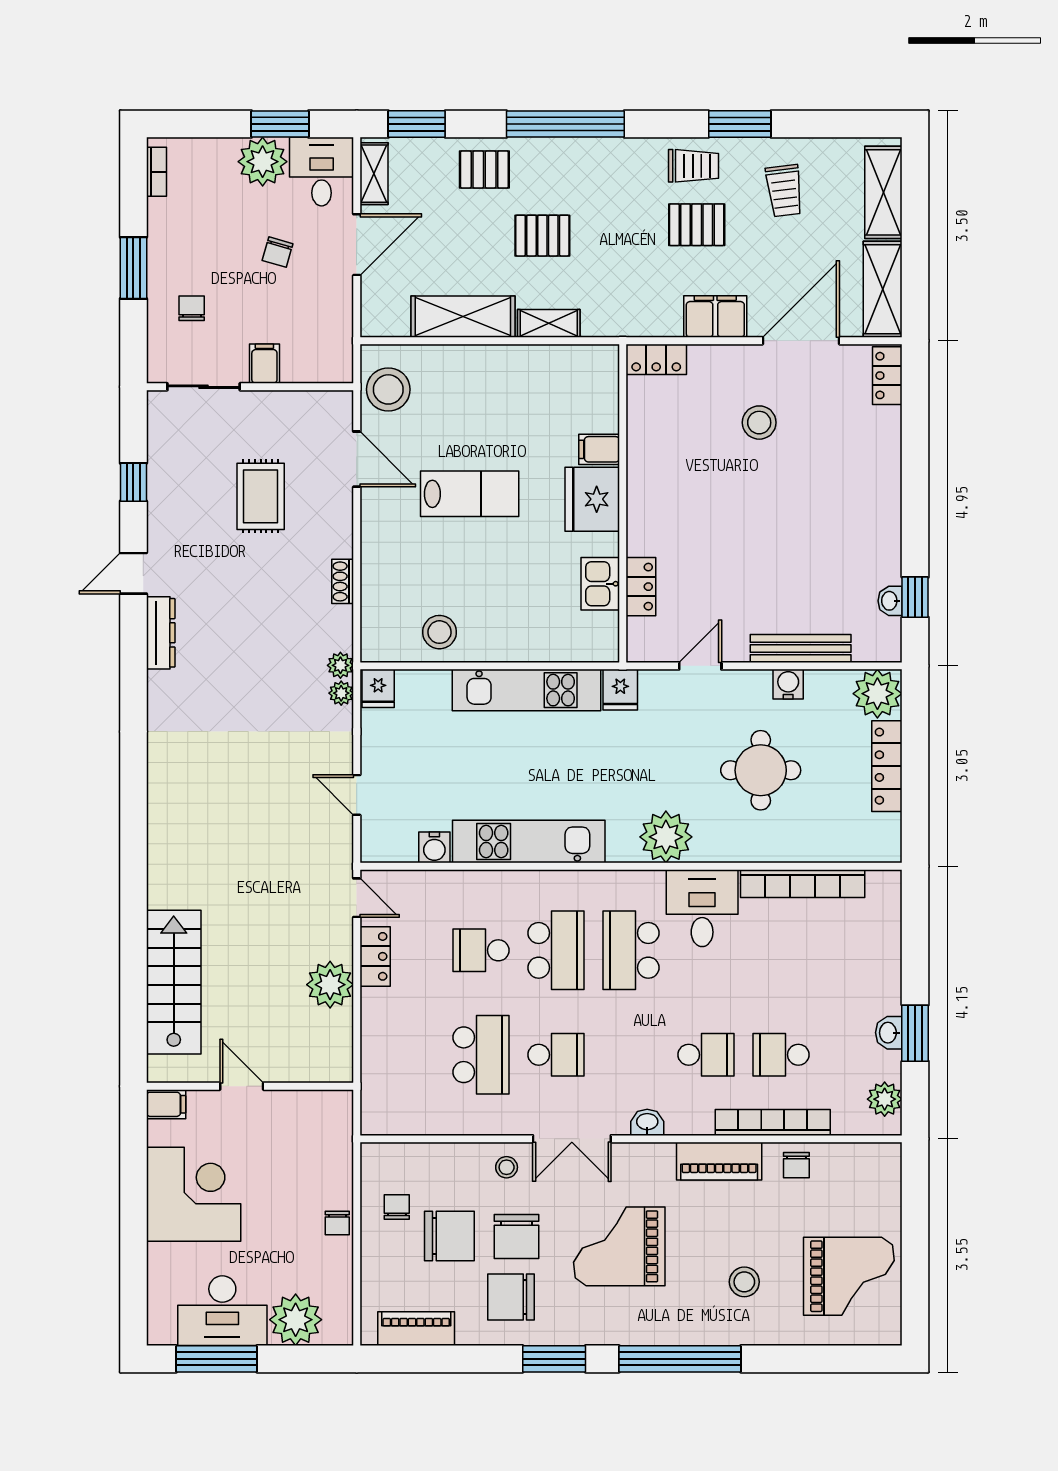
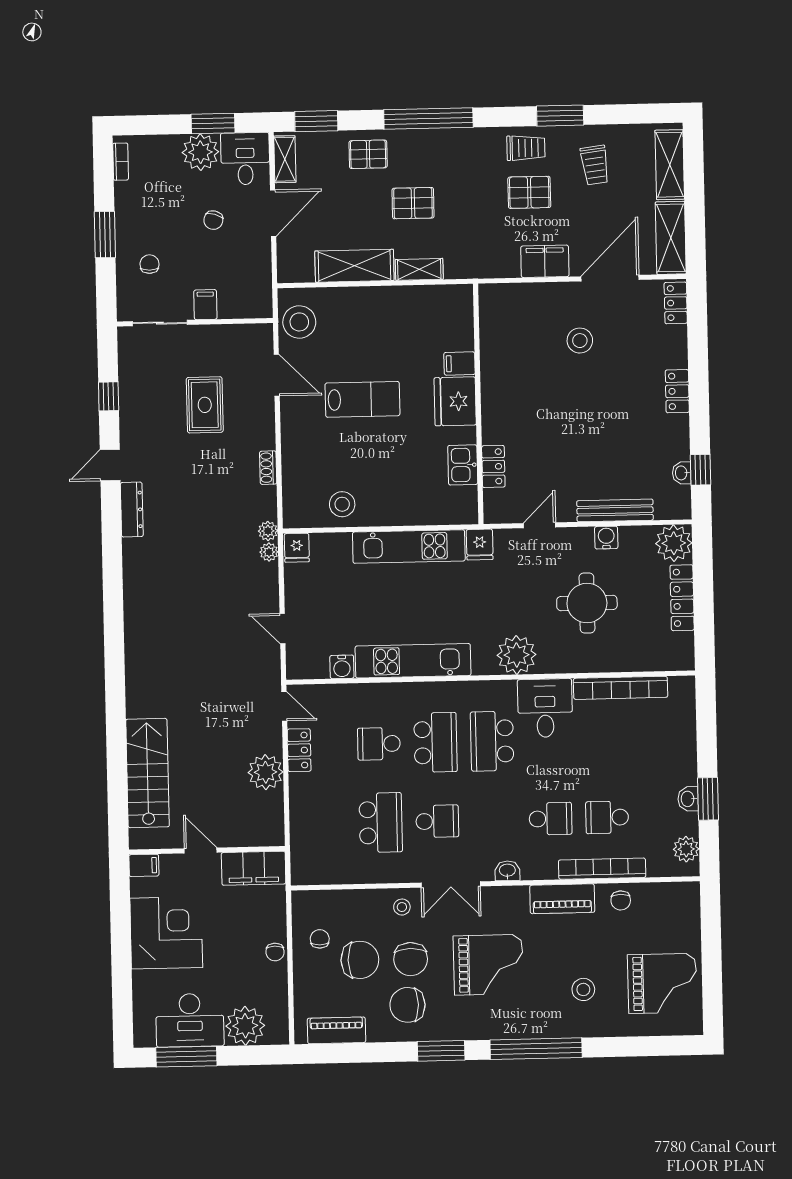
locker: (656, 359) -> (677, 391), moved, turned 90
filing cabinet: (311, 1111) -> (254, 868), added
grand piano: (619, 1246) -> (488, 965), turned 180

